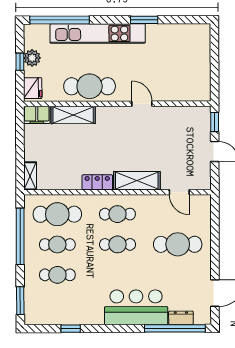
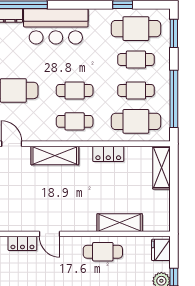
cafe table: (90, 86) -> (103, 252), width x0.73, depth x0.74
locker: (168, 94) -> (22, 243), added
filing cabinet: (37, 115) -> (157, 223), removed
shelving: (30, 176) -> (161, 168), width x1.50, depth x1.33
locker: (97, 182) -> (108, 154), moved
cafe table: (57, 305) -> (136, 29), added

